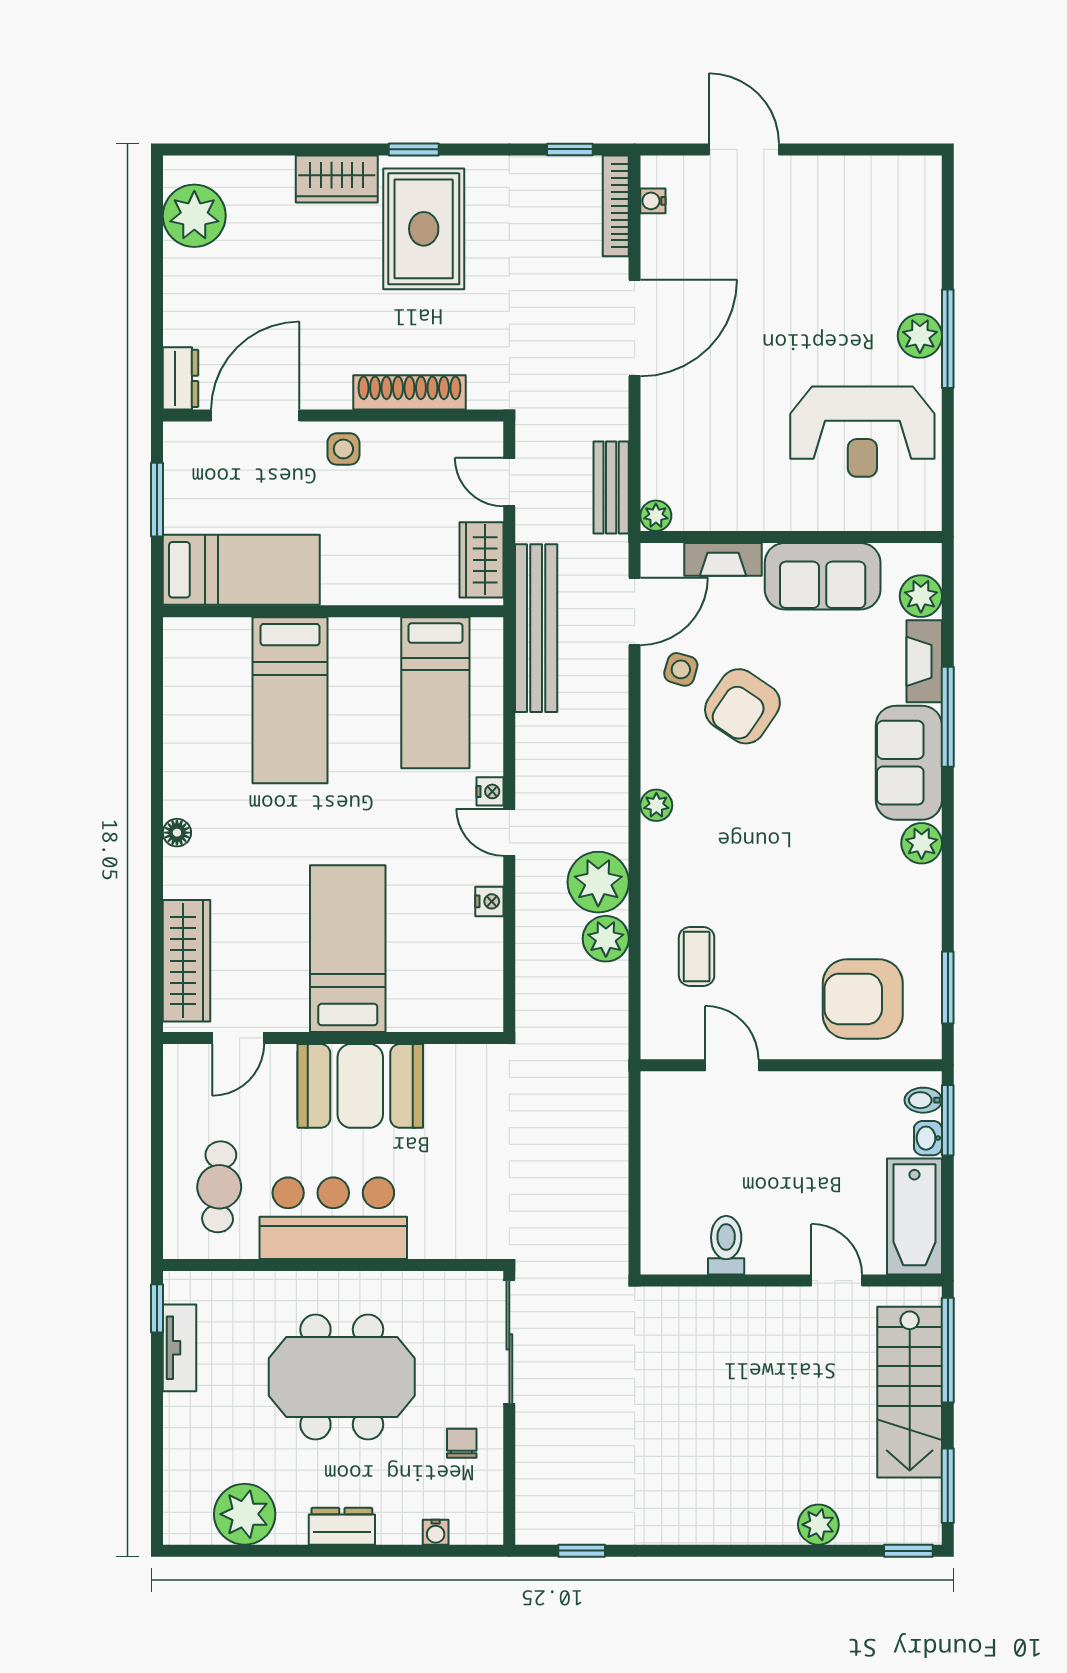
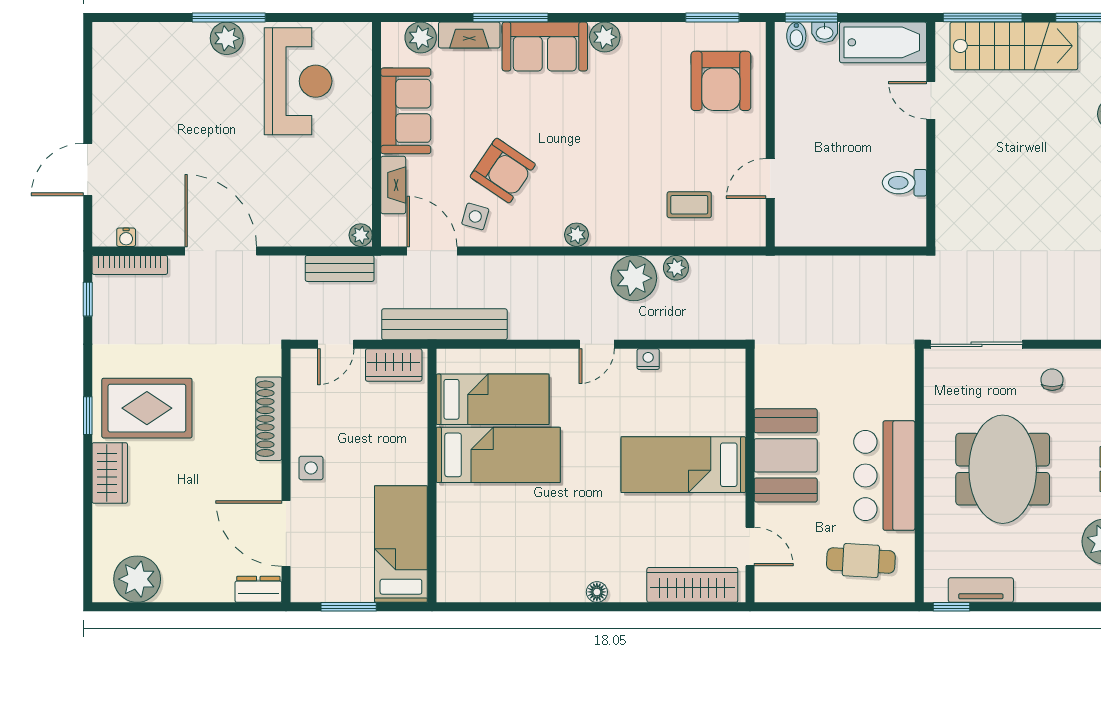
bed: (290, 700) -> (498, 455), moved
nightstand: (490, 791) -> (566, 359), removed
plant: (606, 939) -> (676, 268), width x0.73, depth x0.73
door: (837, 1281) -> (931, 100), hinge flipped
chair: (462, 1443) -> (1052, 380), turned 90

